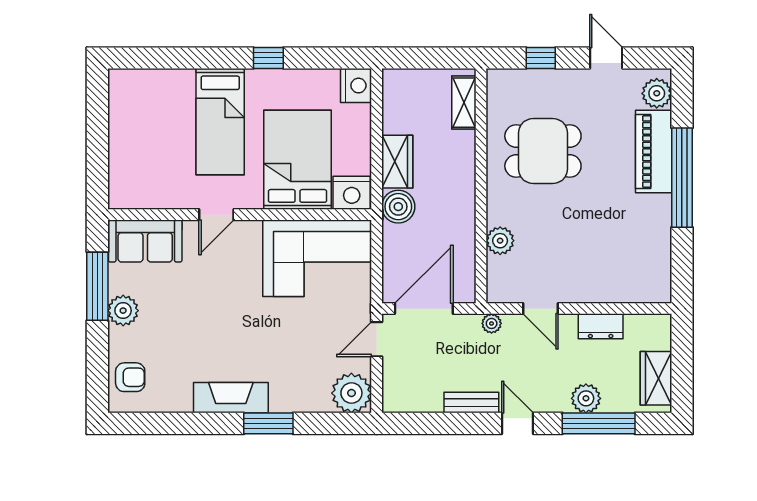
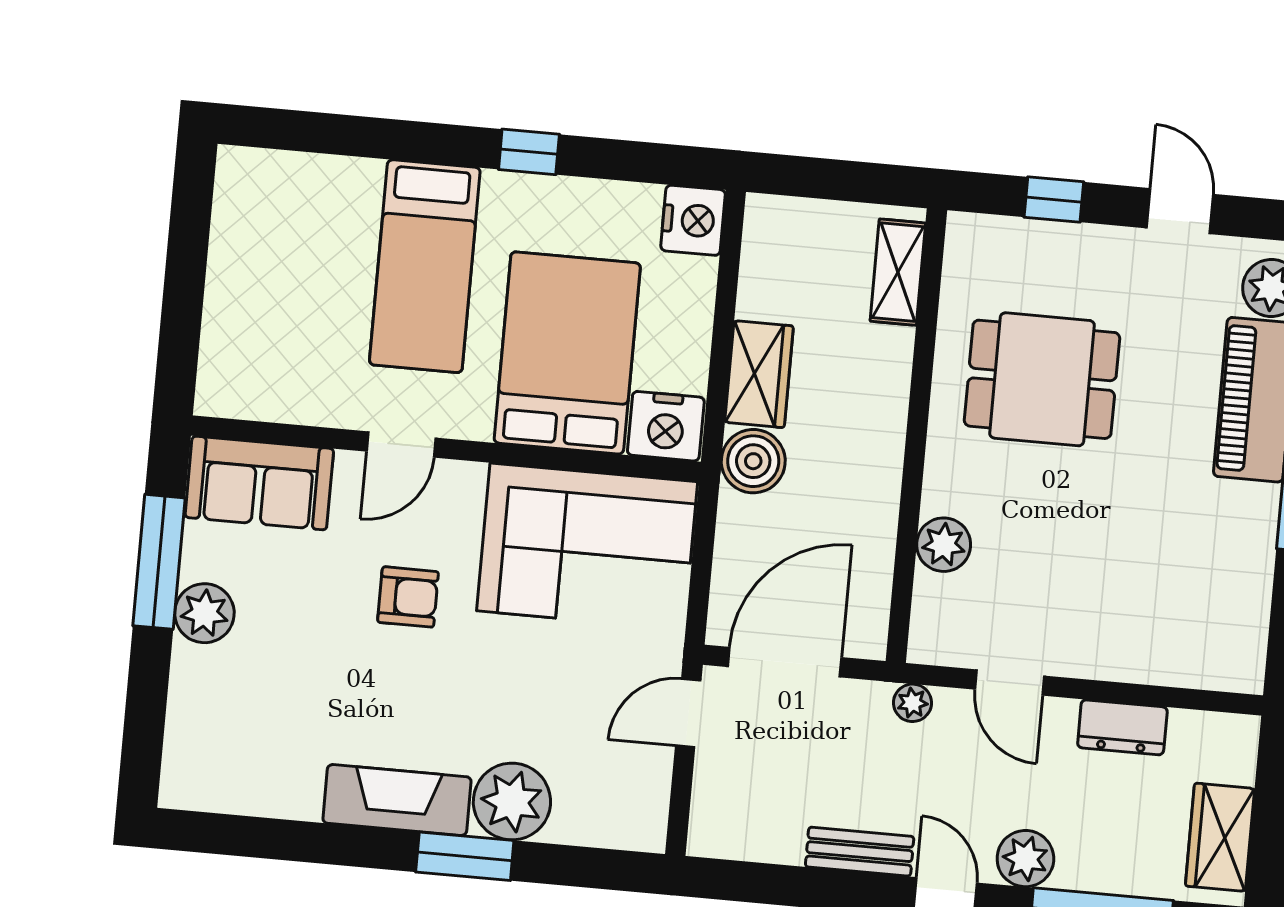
armchair: (130, 377) -> (408, 597), moved
plant: (351, 393) -> (512, 802), moved
plant: (586, 398) -> (1025, 859), moved

